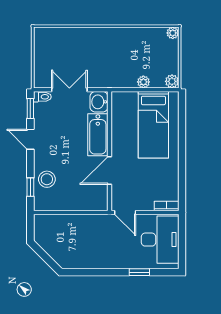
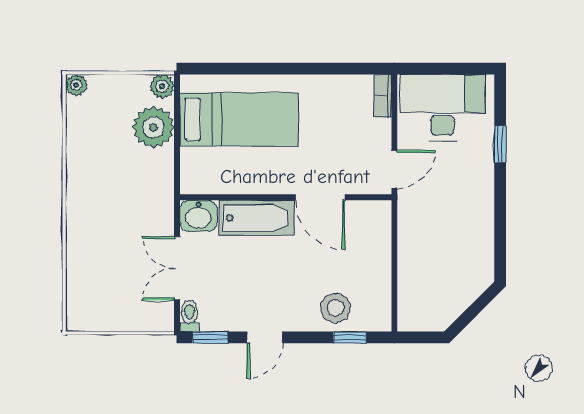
plant: (143, 82) -> (154, 127), width x1.88, depth x1.88

